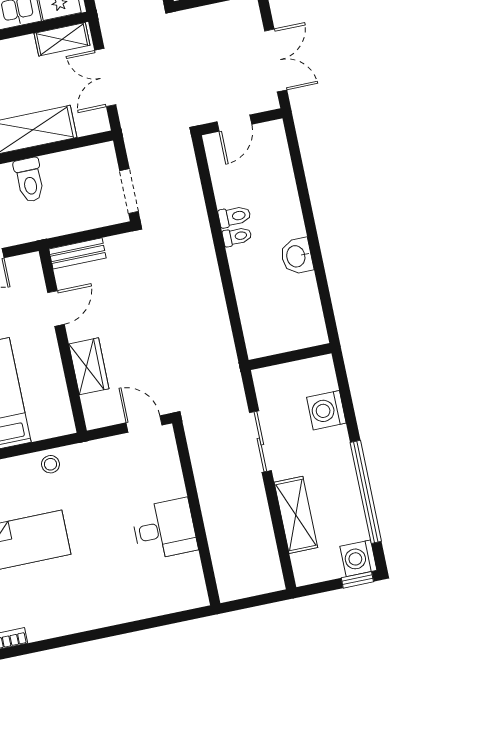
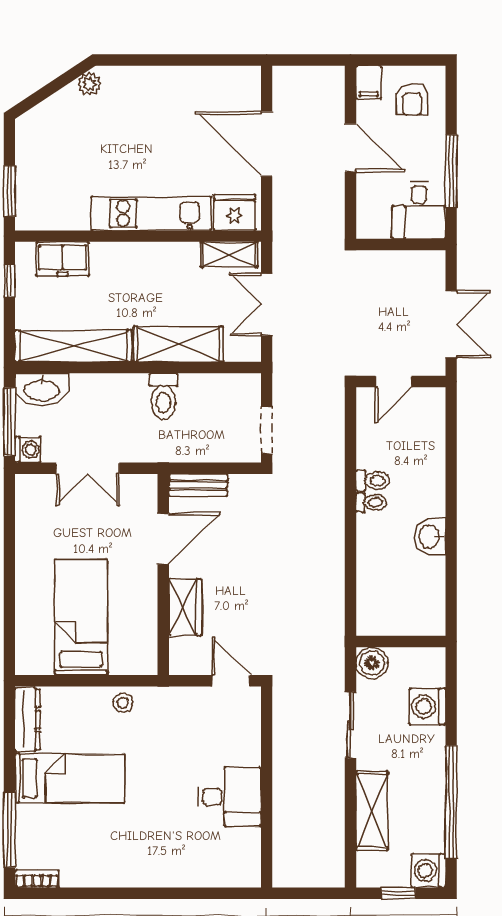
door: (56, 308) -> (163, 539), width x1.38
boiler: (268, 381) -> (372, 663), added
window: (357, 580) -> (398, 893), moved

